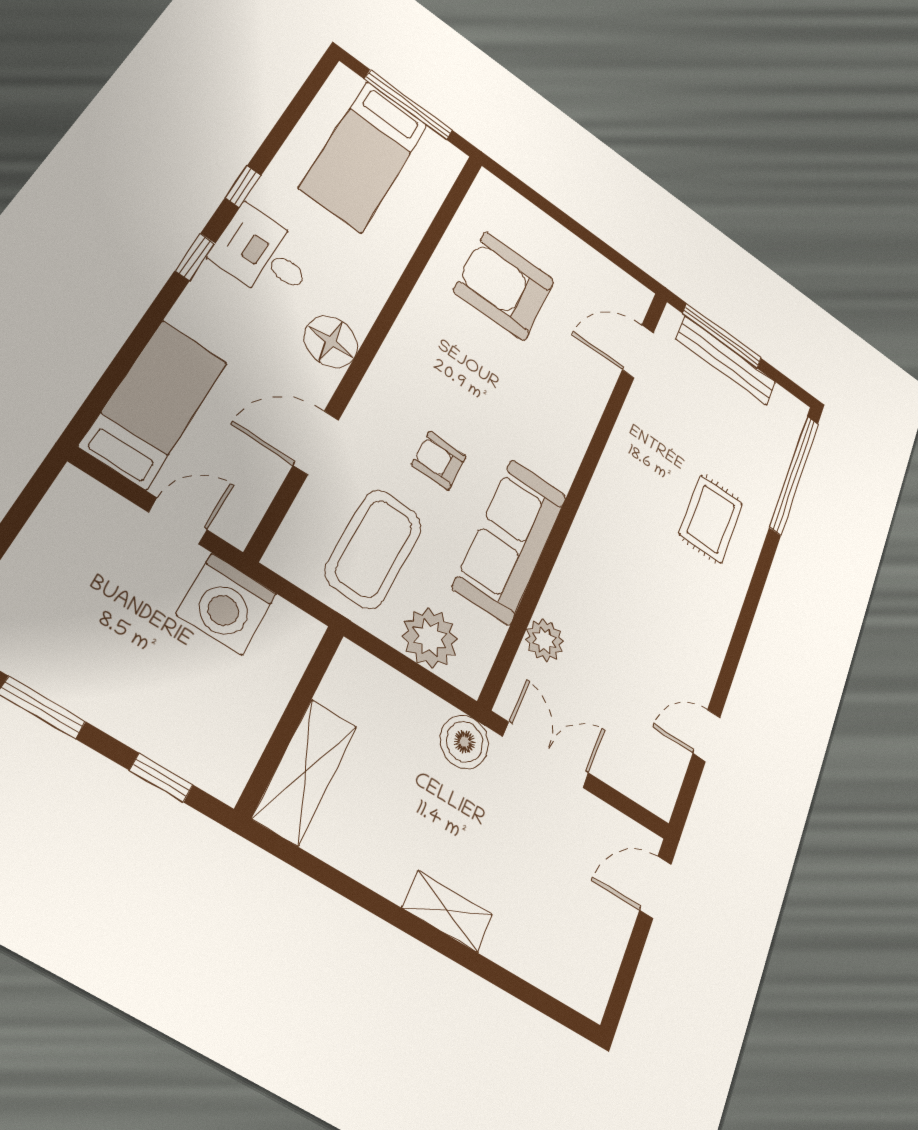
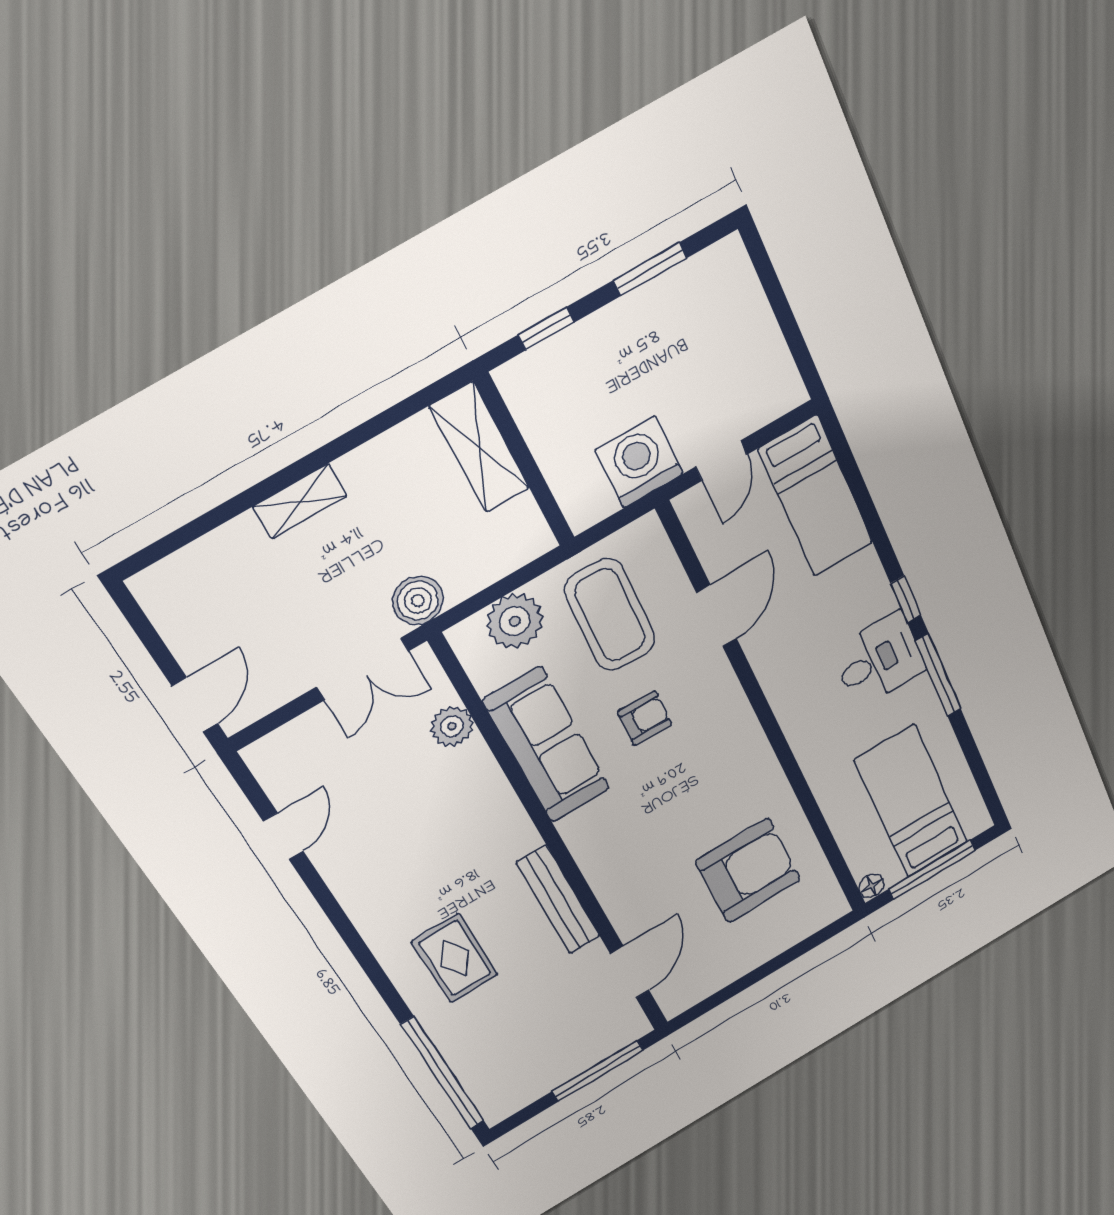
window: (243, 187) -> (938, 675), width x2.17
floor lamp: (331, 342) -> (871, 886), moved, width x0.53, depth x0.53
bench: (726, 361) -> (558, 900), moved, turned 90

